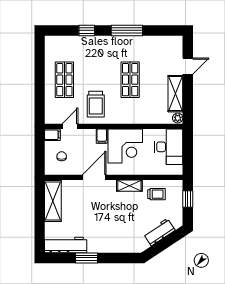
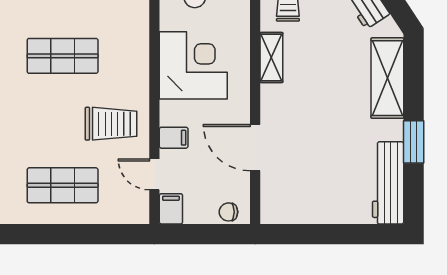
filing cabinet: (102, 136) -> (174, 138), moved
chair: (62, 156) -> (228, 212), moved
door: (94, 177) -> (255, 148), moved
shelving: (53, 201) -> (387, 78), moved, turned 90

